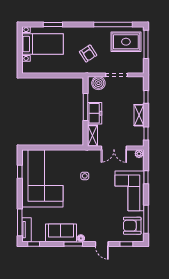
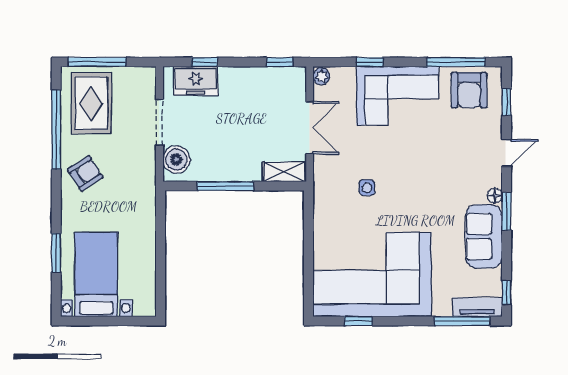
armchair: (88, 53) -> (85, 173), moved
freezer: (95, 113) -> (196, 81), moved, turned 180
shelving: (139, 115) -> (242, 76), removed

